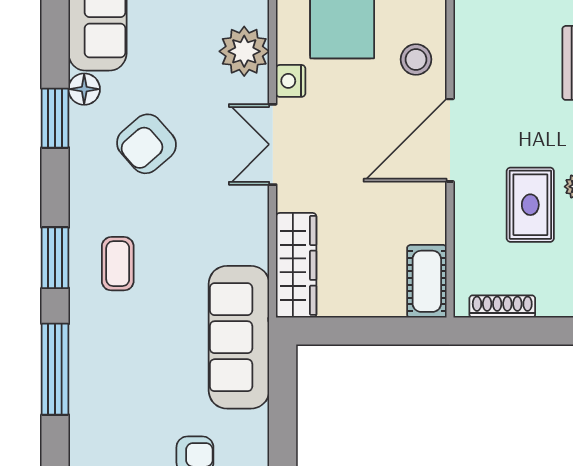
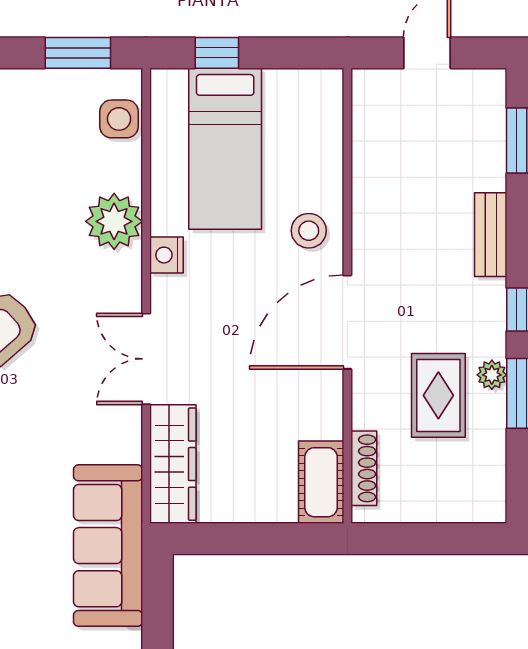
double door: (273, 144) -> (146, 359), moved
shoe rack: (502, 306) -> (364, 468), moved, turned 90

